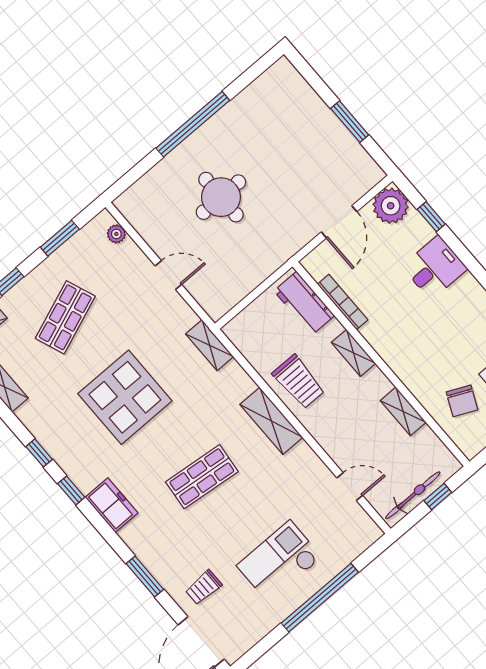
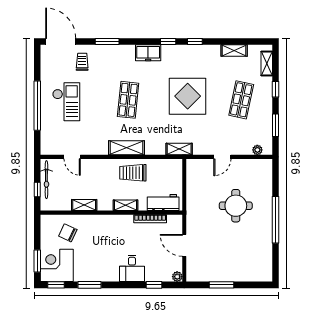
plant: (391, 206) -> (177, 277), width x0.53, depth x0.53
shop shelf: (65, 317) -> (241, 100), turned 33
door: (350, 487) -> (72, 157), hinge flipped

